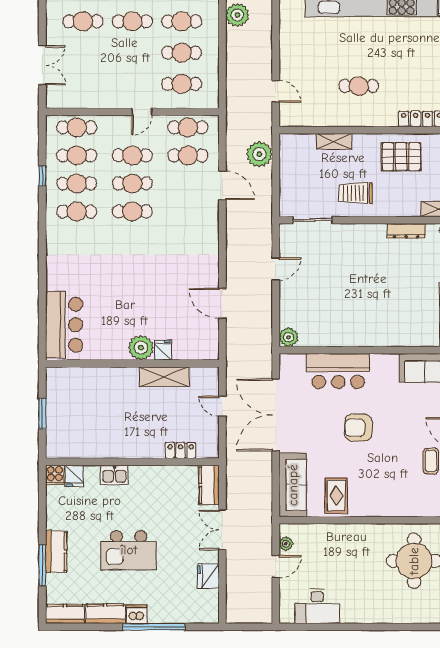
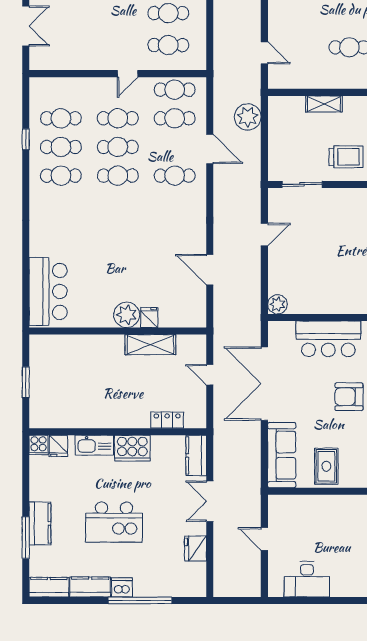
cafe table: (77, 127) -> (175, 176), moved
trolley: (356, 193) -> (346, 157), turned 180
kitchen sink: (114, 475) -> (94, 445), width x1.38
cooker: (147, 478) -> (132, 448), added
plant: (286, 544) -> (275, 515), removed
door: (276, 567) -> (264, 539), swing flipped

